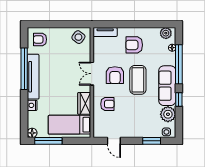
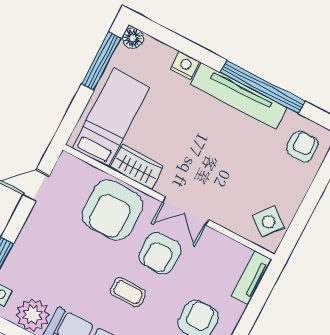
double door: (92, 74) -> (186, 211), swing flipped
armchair: (115, 75) -> (160, 253), turned -90
coffee table: (138, 80) -> (128, 292), width x0.54, depth x0.58
armchair: (107, 104) -> (113, 210), width x1.88, depth x1.88

